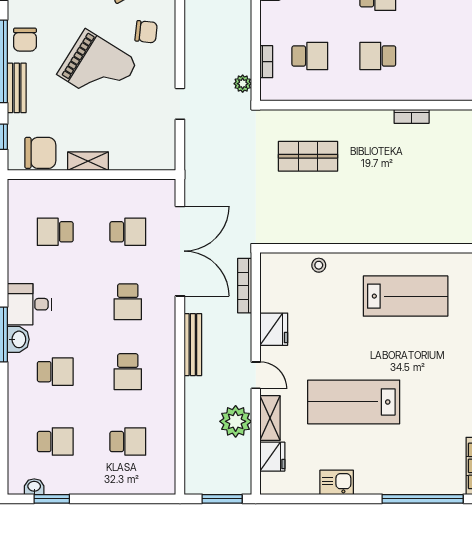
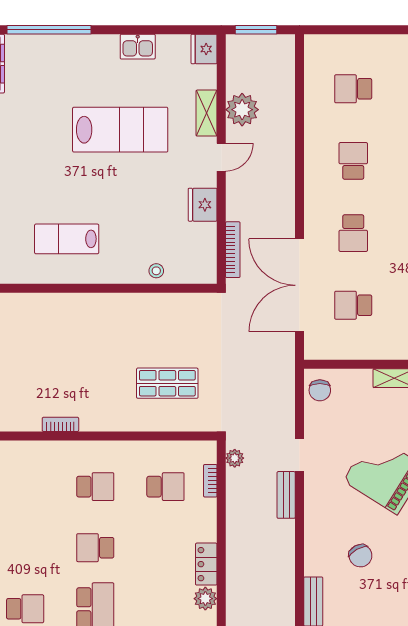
chair: (146, 32) -> (320, 390), moved, turned -96
school desk: (310, 56) -> (165, 487), turned 180
doorway: (180, 104) -> (299, 455), moved
lab bench: (406, 296) -> (67, 239), width x0.73, depth x0.72
school desk: (128, 302) -> (353, 233), turned 180
bench: (193, 345) -> (286, 495), moved, width x0.73
door: (256, 375) -> (221, 157), swing flipped
fridge: (272, 457) -> (204, 49), moved

